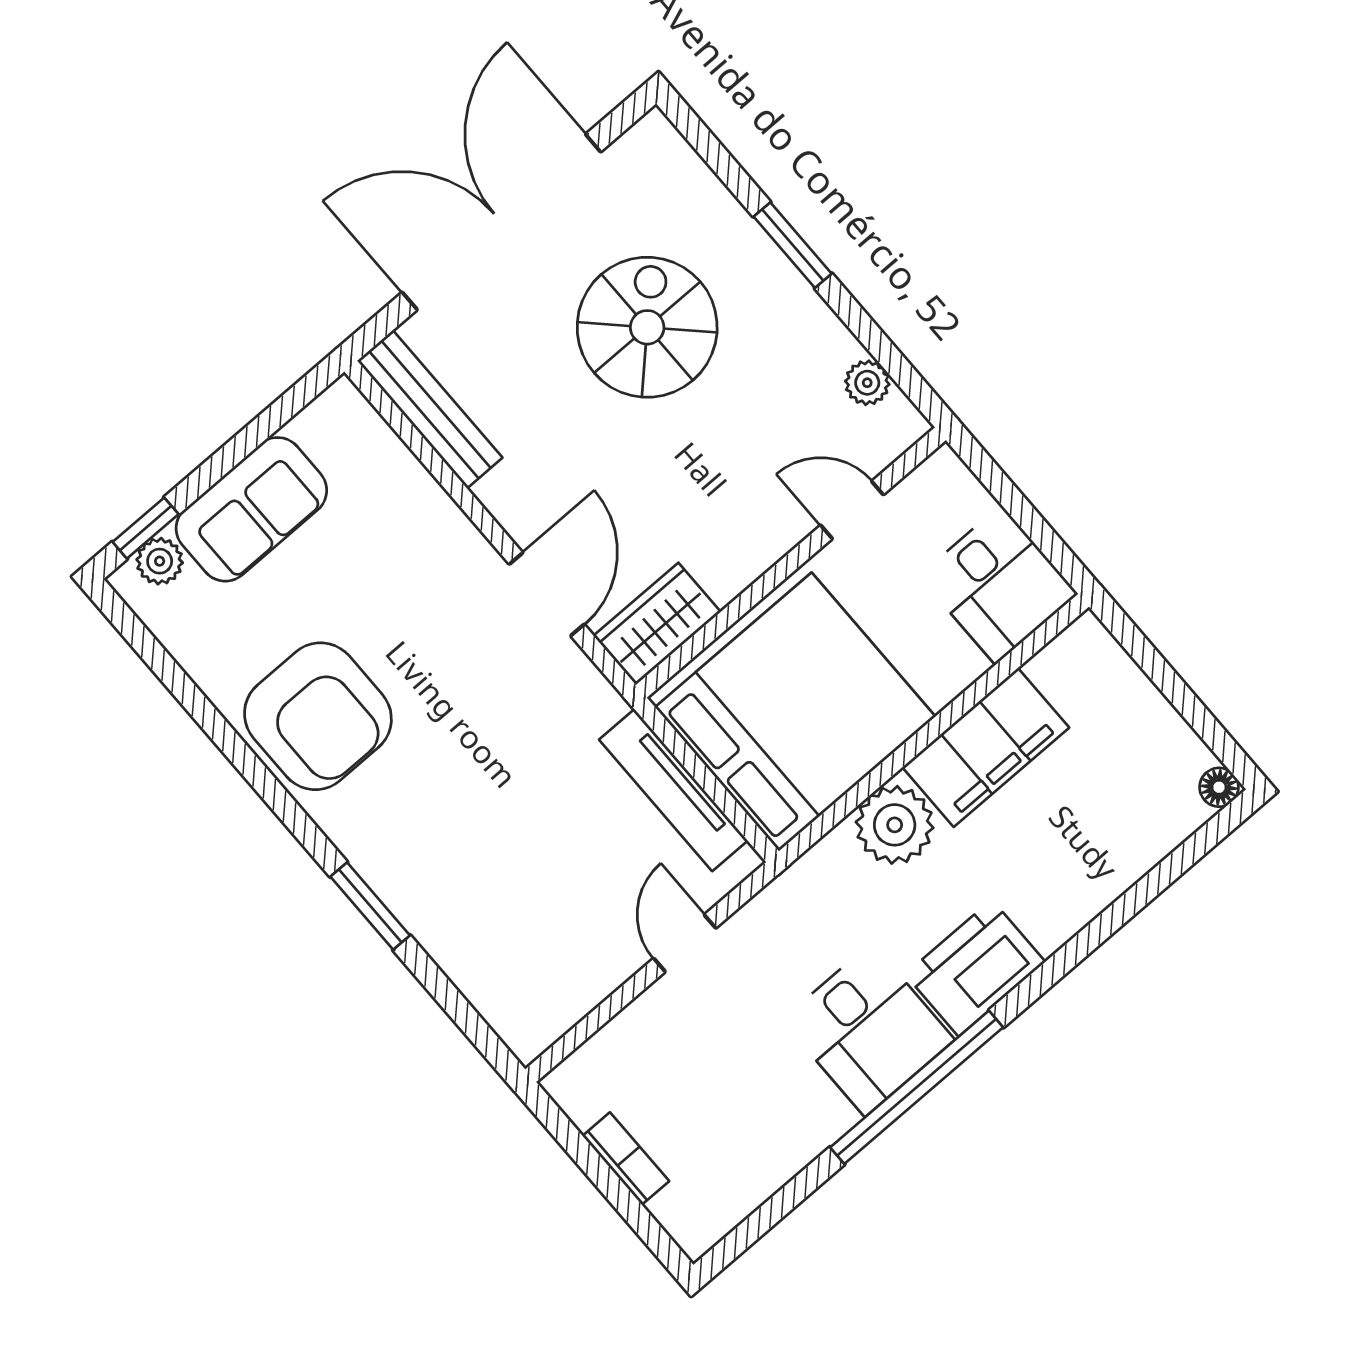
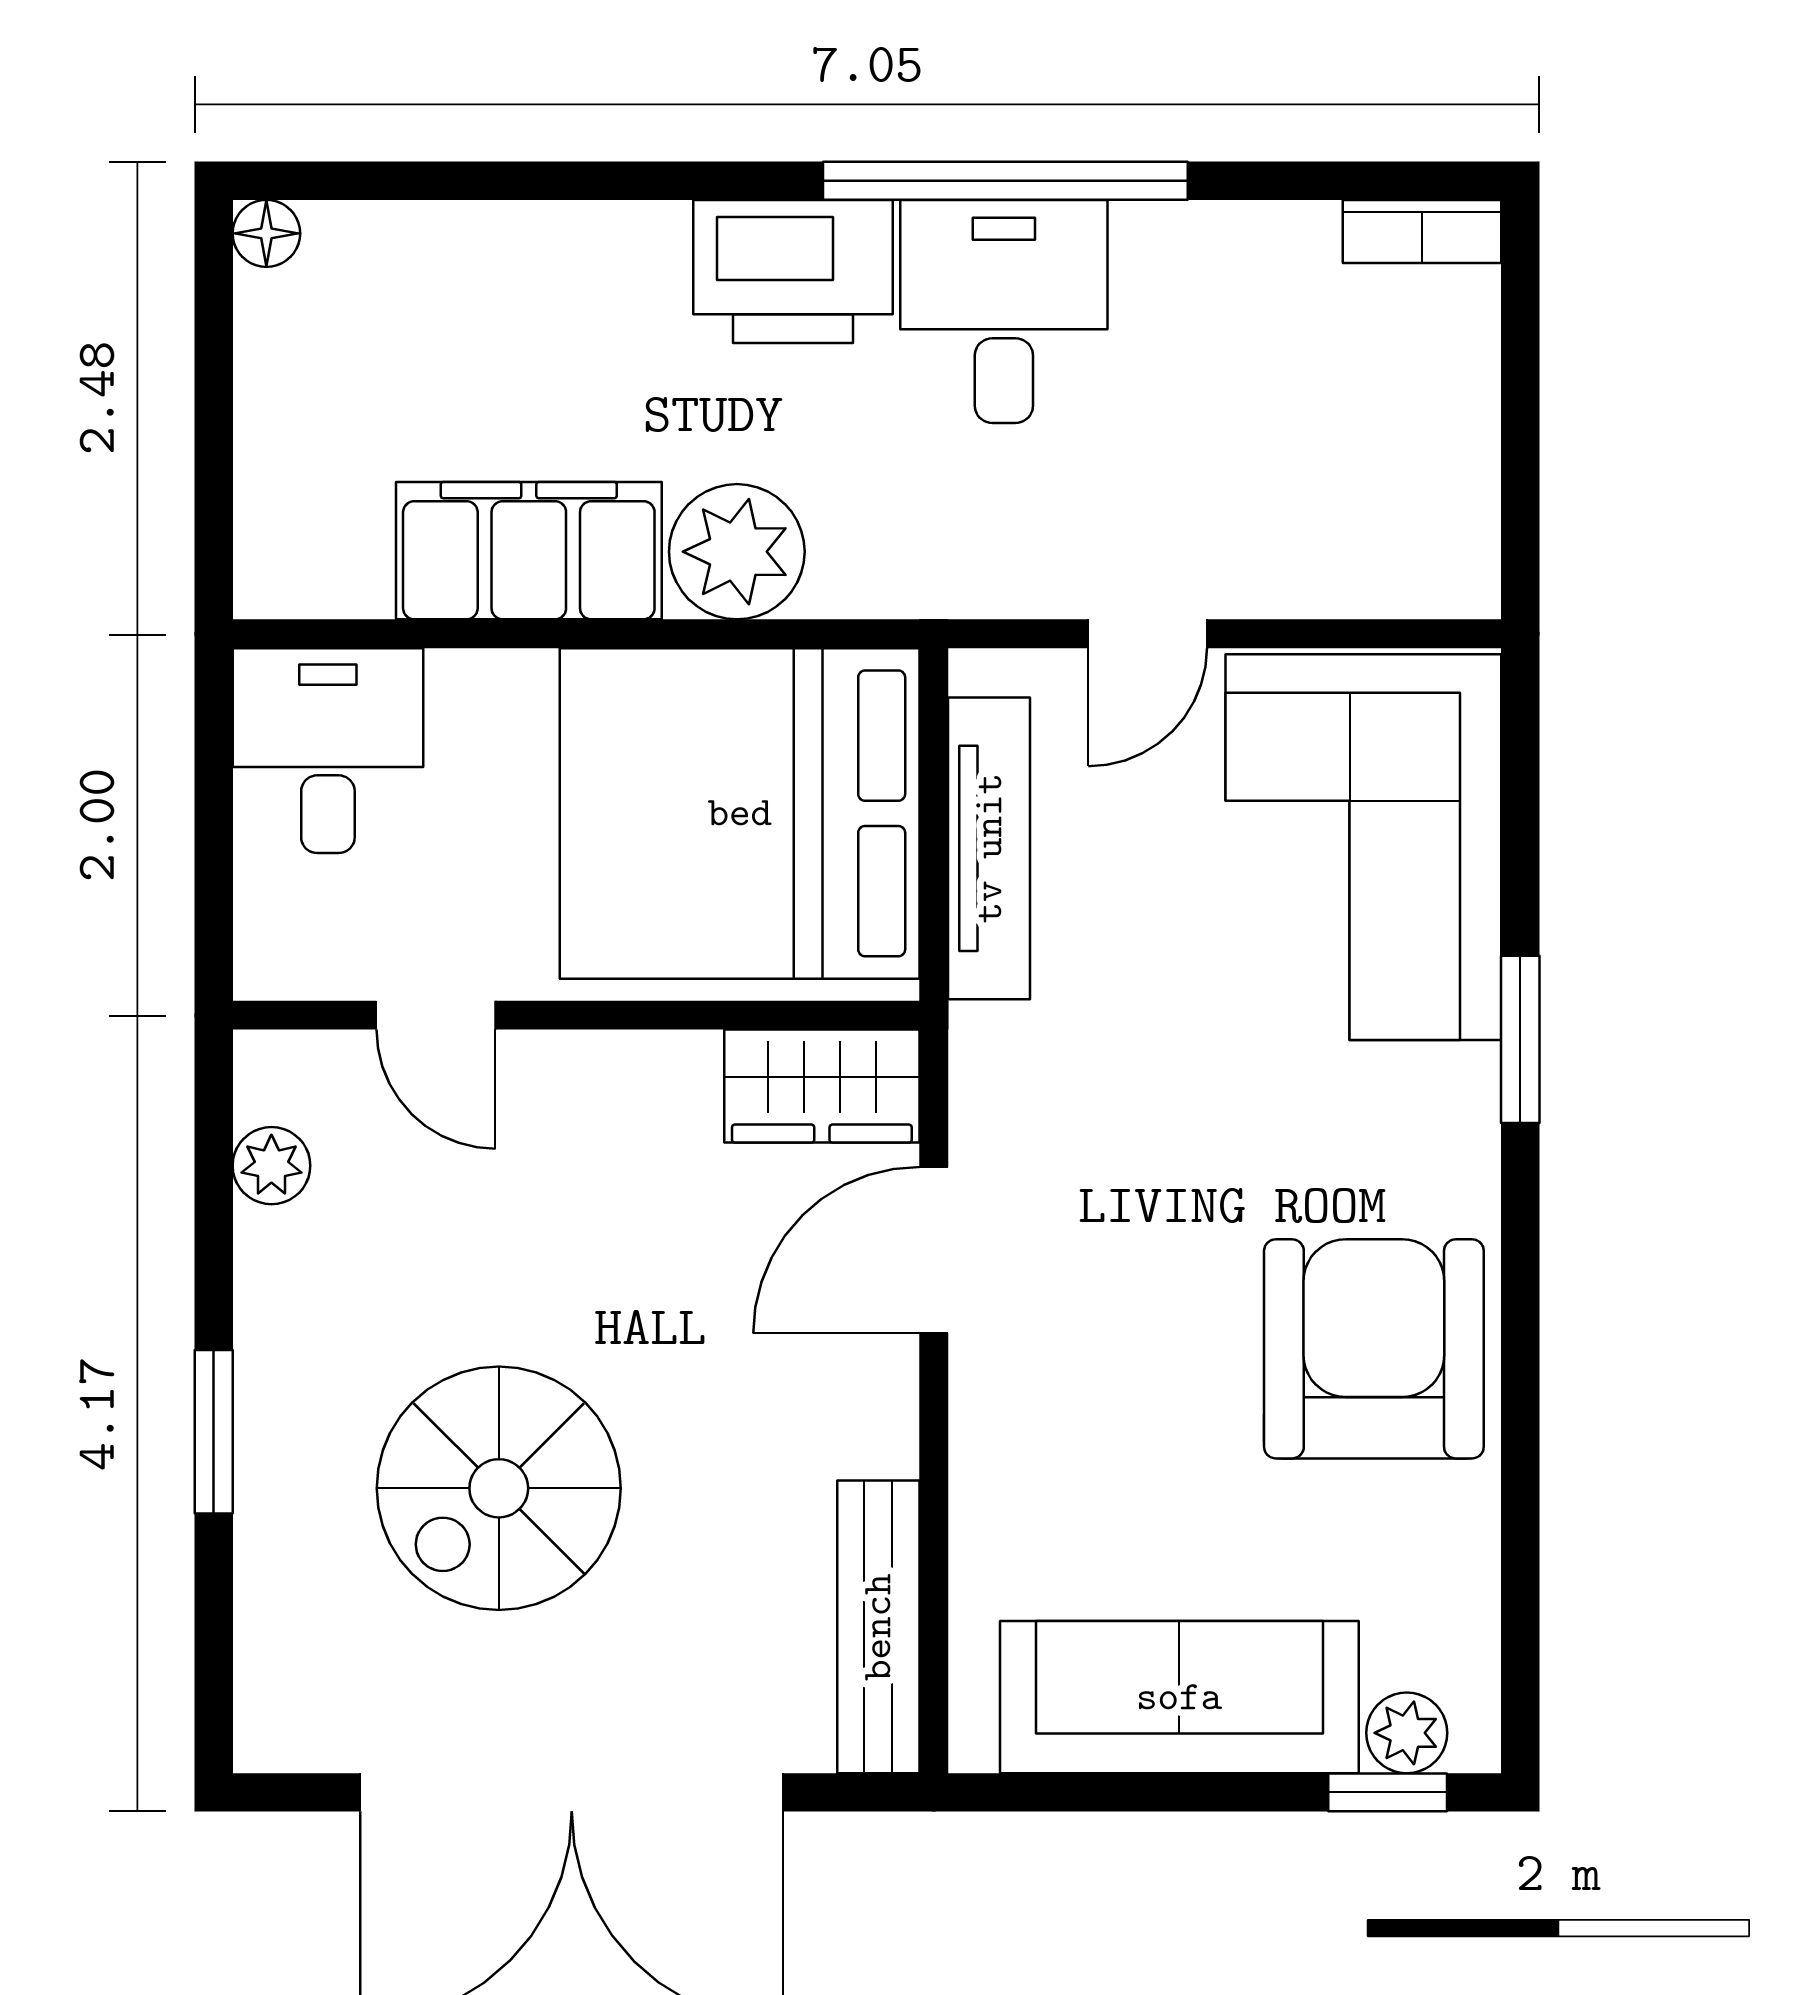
sofa: (251, 509) -> (1179, 1697), width x1.36
corner sofa: (511, 931) -> (1363, 847), added
bookcase: (626, 1159) -> (1422, 231), moved, turned -90

